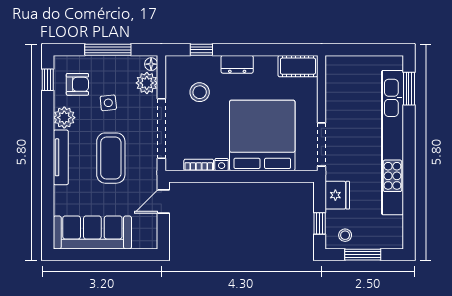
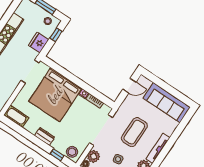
stool: (200, 92) -> (72, 152), moved
door: (163, 202) -> (129, 86), moved

